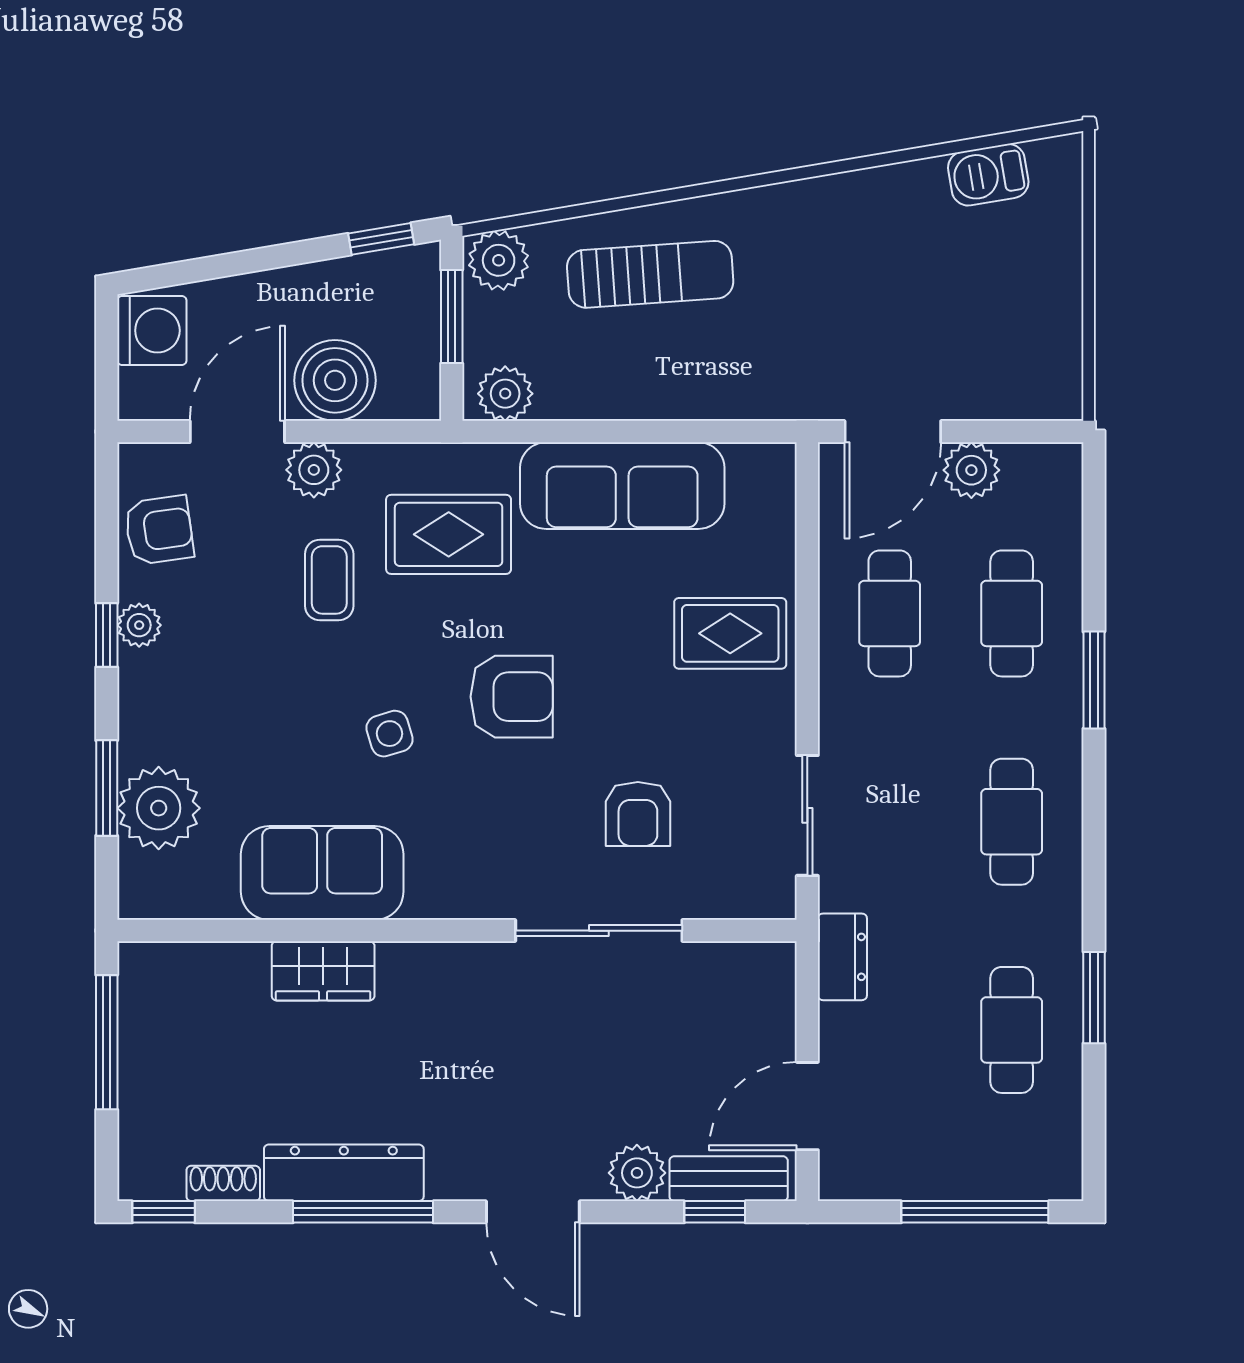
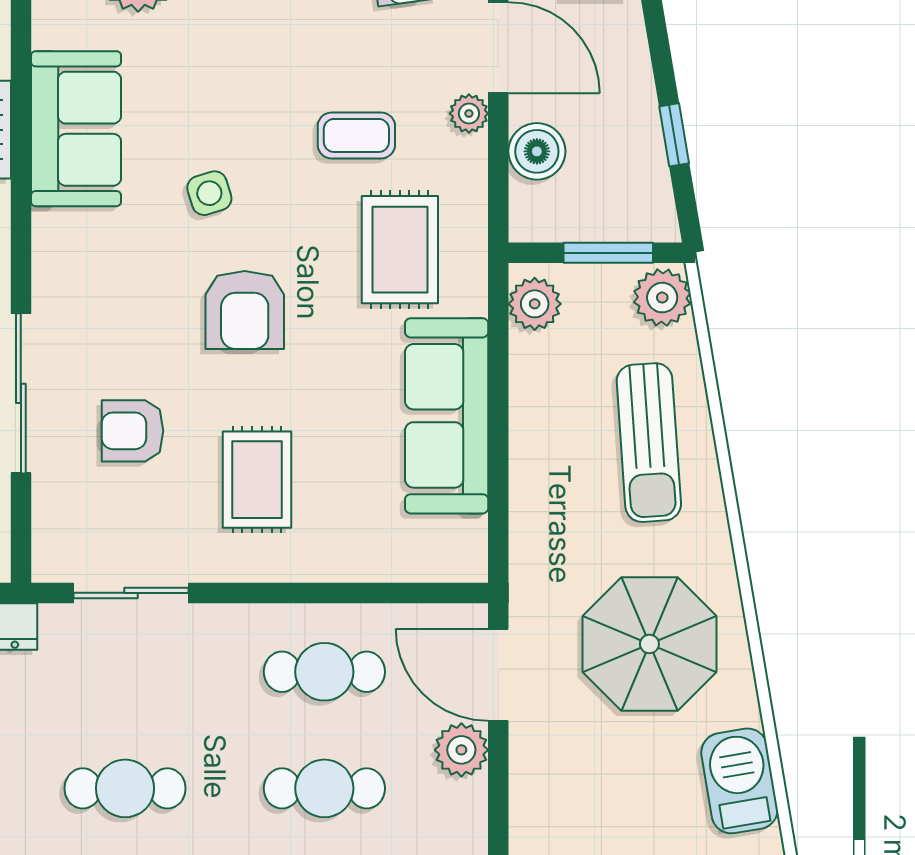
barbecue: (988, 175) -> (739, 781), width x1.38, depth x1.27
window: (381, 239) -> (674, 135), moved
parasol: (861, 274) -> (649, 644), added
boiler: (335, 380) -> (537, 151), width x0.73, depth x0.73
plant: (314, 470) -> (469, 113), width x0.73, depth x0.73
rug: (730, 633) -> (257, 480), moved

